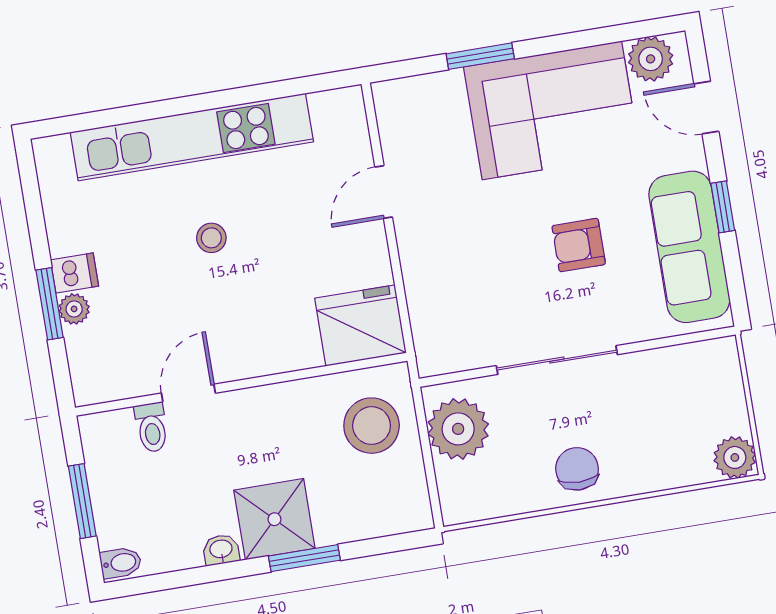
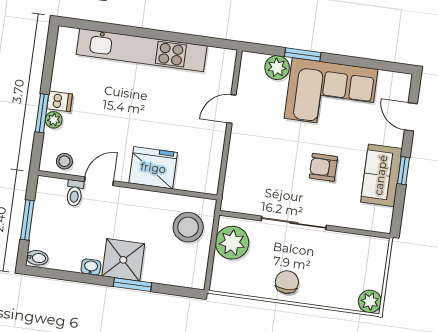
plant: (651, 59) -> (277, 68), moved
stool: (211, 238) -> (64, 161), moved
sofa: (689, 247) -> (381, 175), width x0.73
fridge: (360, 326) -> (153, 168), moved

